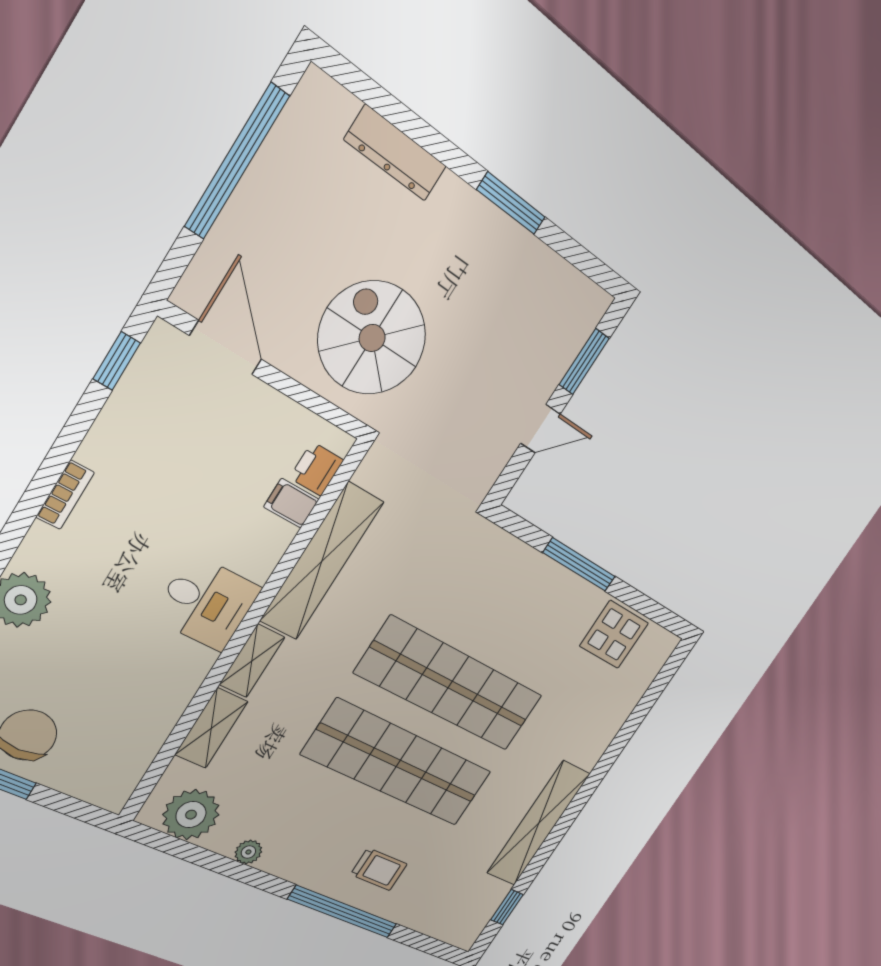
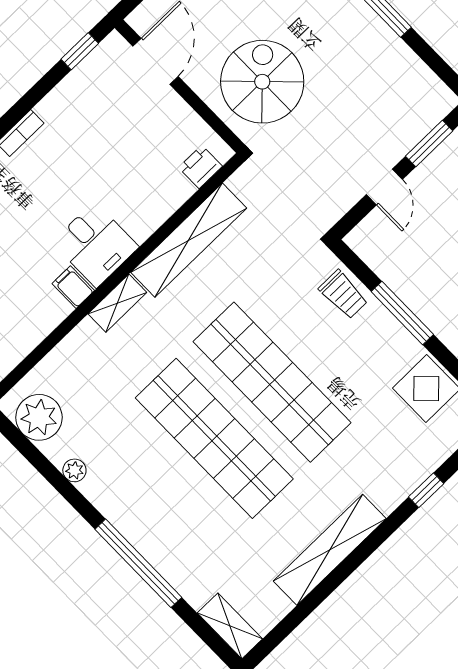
door: (540, 429) -> (384, 187), hinge flipped
filing cabinet: (291, 503) -> (73, 287), moved
shelving: (211, 728) -> (230, 626), moved, turned 90
trolley: (379, 869) -> (343, 295), moved
window: (507, 907) -> (426, 490), moved

